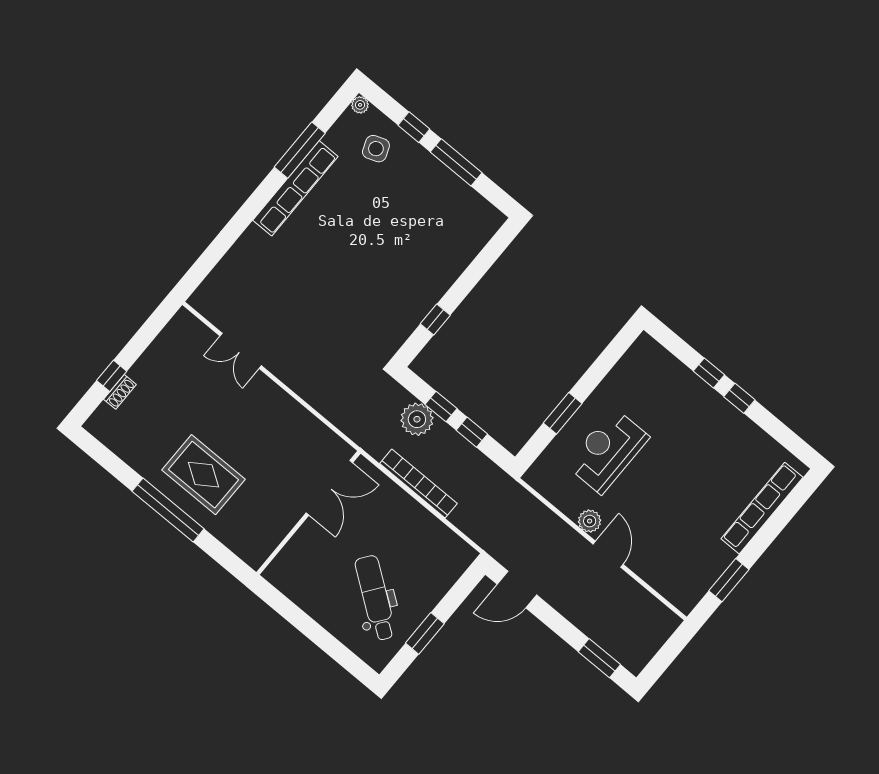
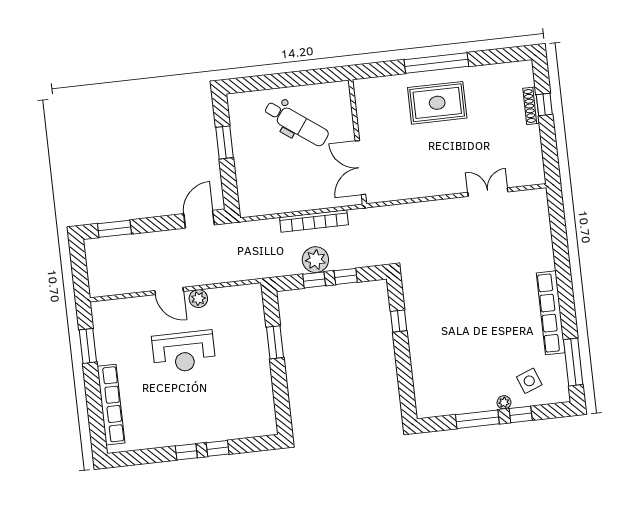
plant: (360, 105) -> (504, 402), moved
window: (300, 150) -> (573, 362), moved
shoe rack: (120, 392) -> (531, 106), width x1.43
plant: (417, 419) -> (315, 260), moved
reception desk: (607, 451) -> (184, 352), moved, turned 90
dental chair: (375, 598) -> (296, 123), moved

